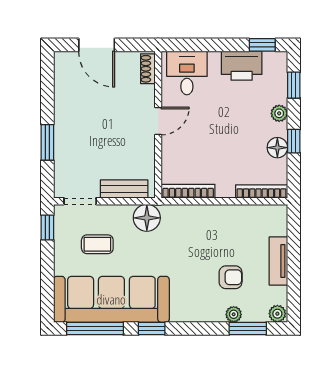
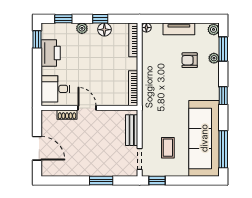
door: (97, 45) -> (37, 148), hinge flipped
shoe rack: (148, 69) -> (67, 115), moved
floor lamp: (147, 218) -> (146, 28), moved, width x0.53, depth x0.53
armchair: (231, 277) -> (190, 60), turned -90
window: (152, 328) -> (223, 96), moved

